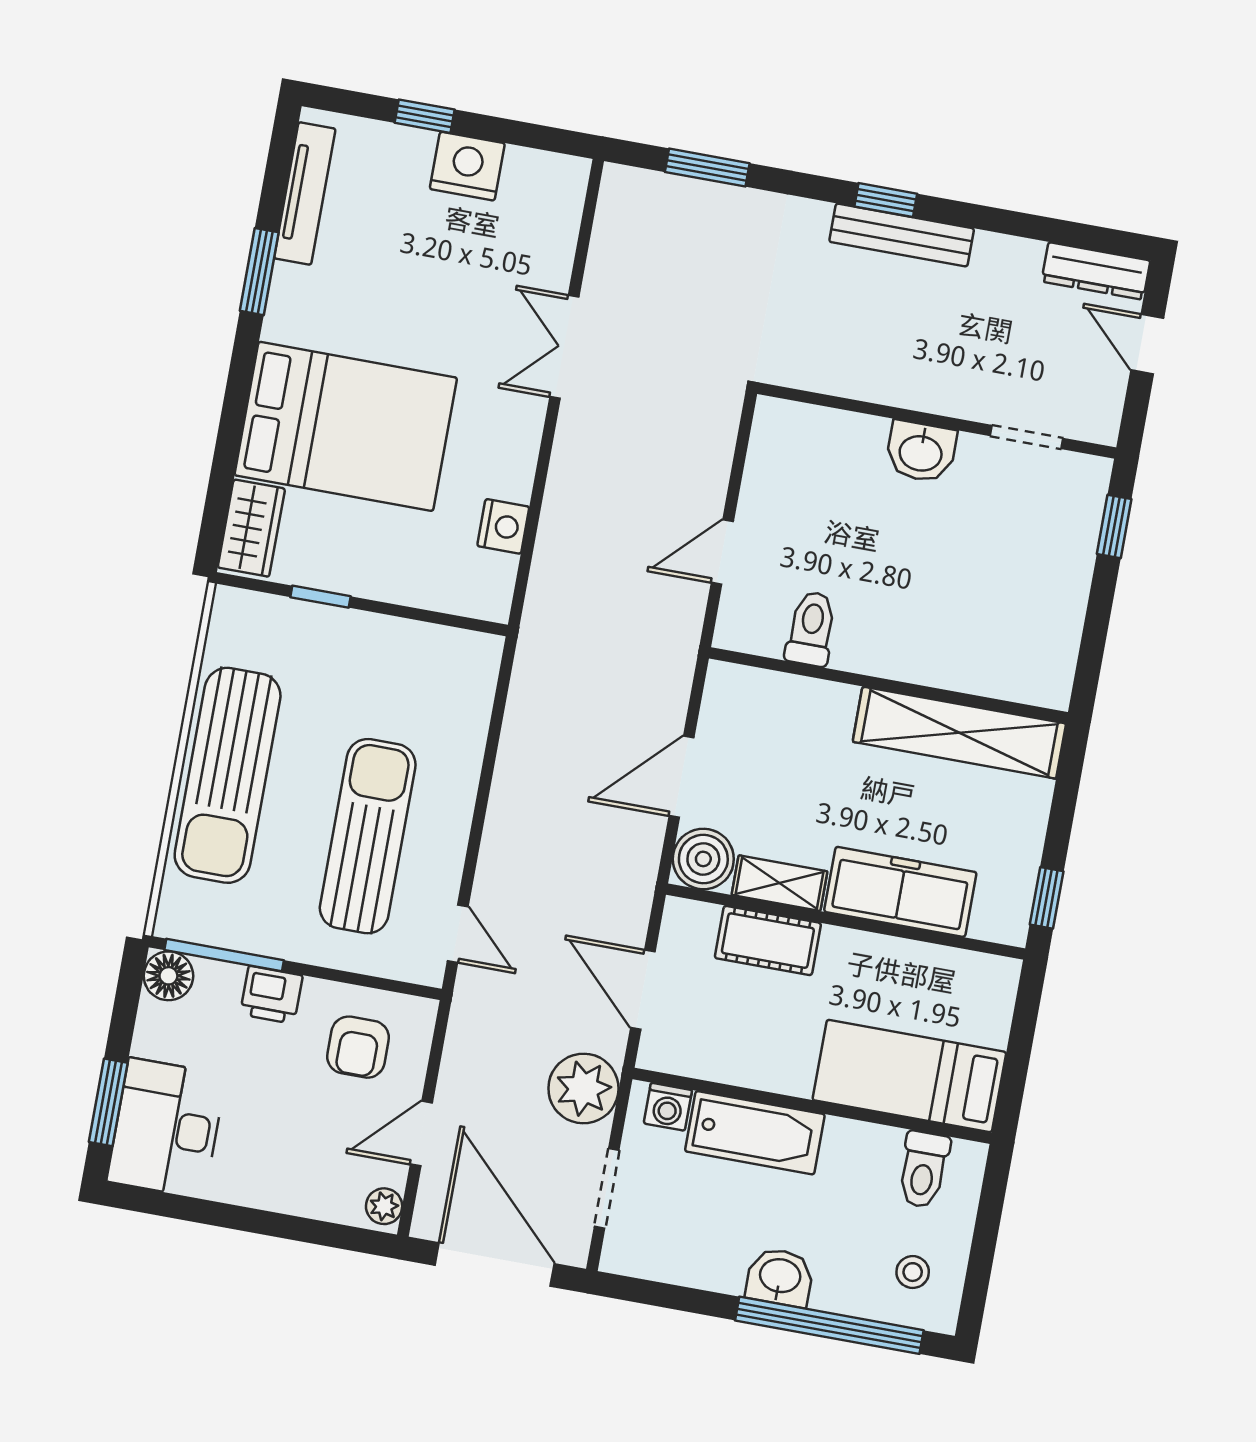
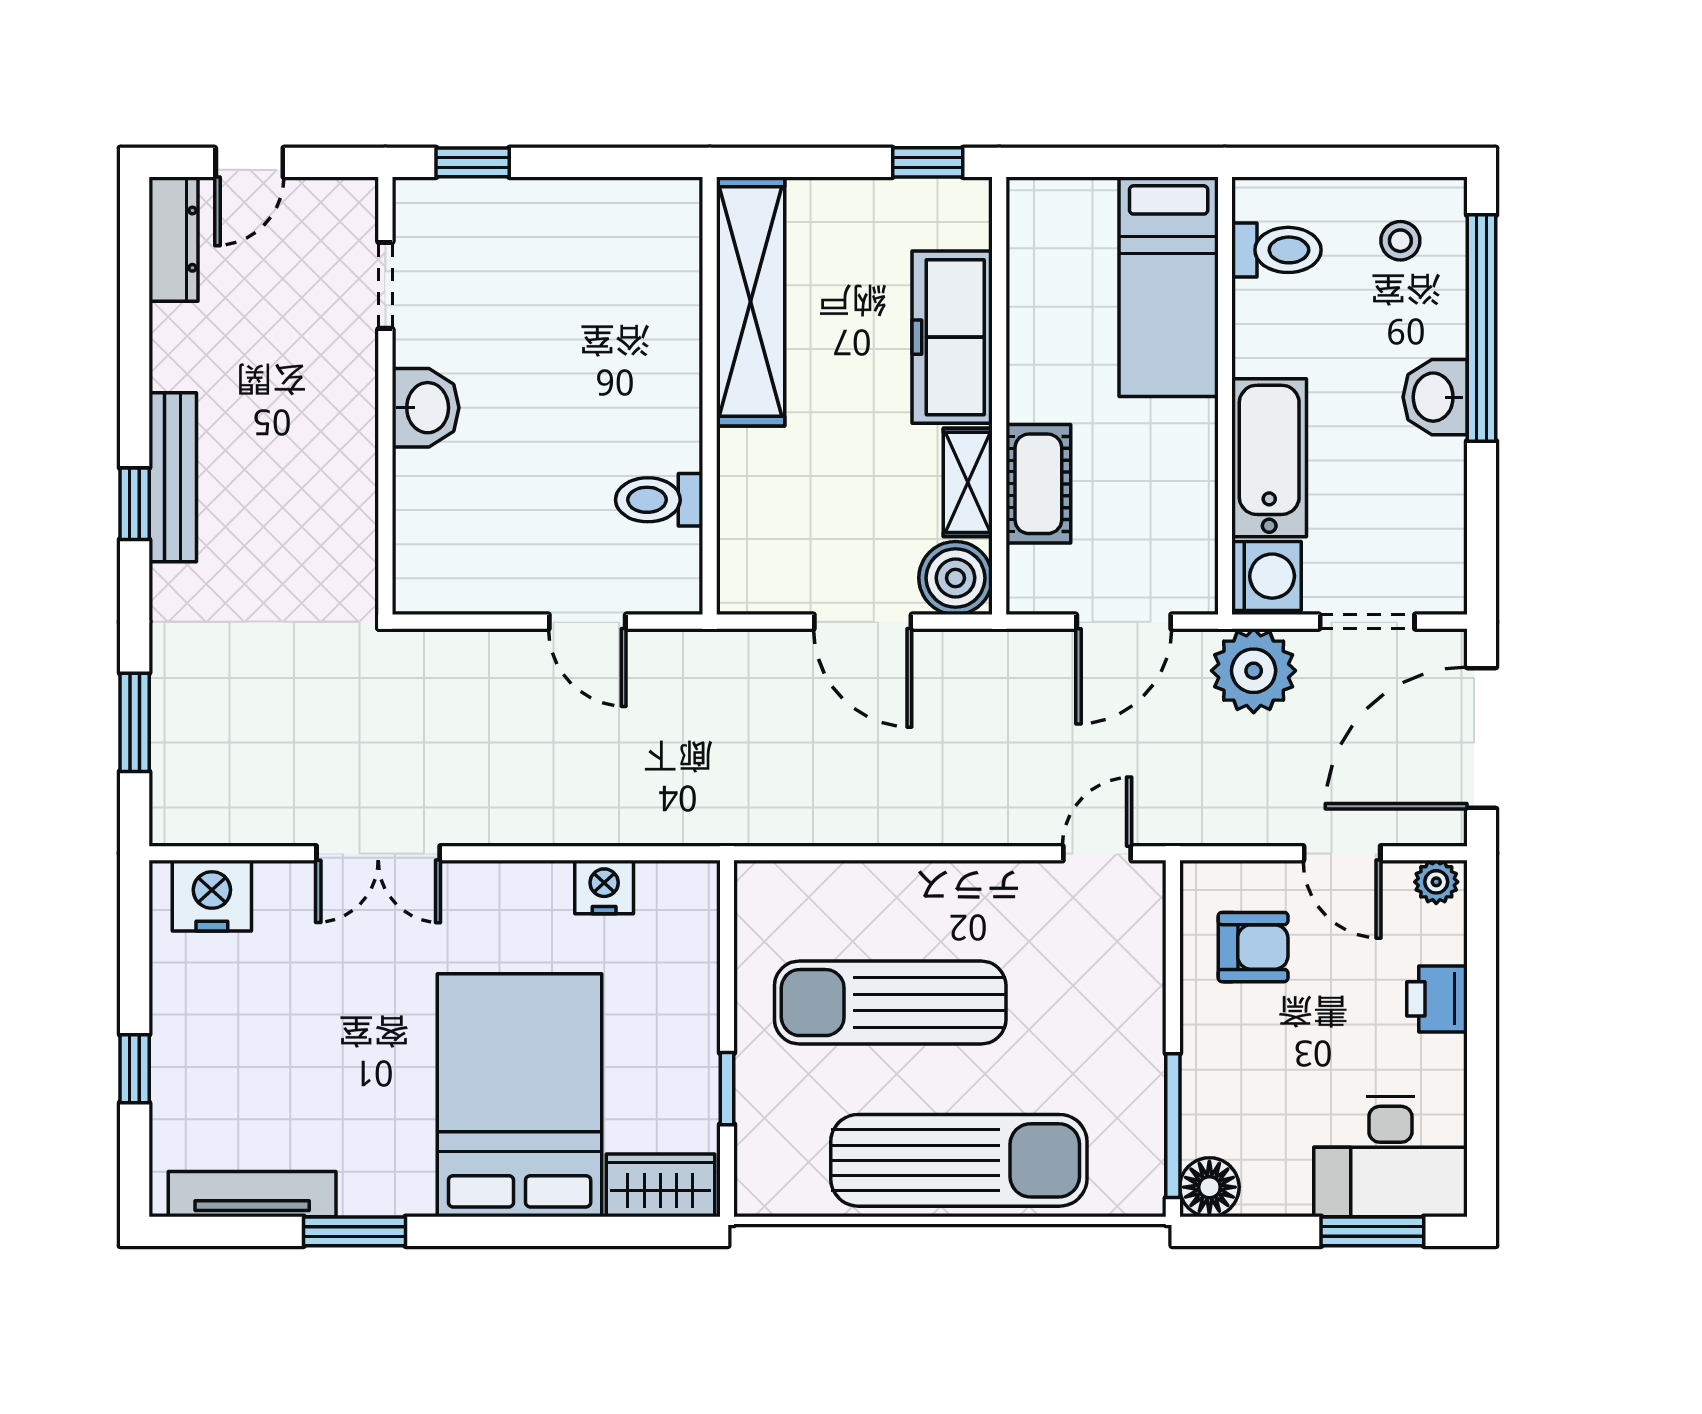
nightstand: (467, 166) -> (212, 896), moved, turned 90
sun lounger: (368, 836) -> (890, 1003), moved
printer: (271, 995) -> (1437, 999), moved, turned 180
washing machine: (668, 1107) -> (1267, 576), width x1.38, depth x1.38

